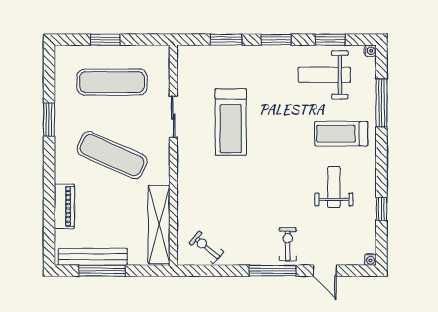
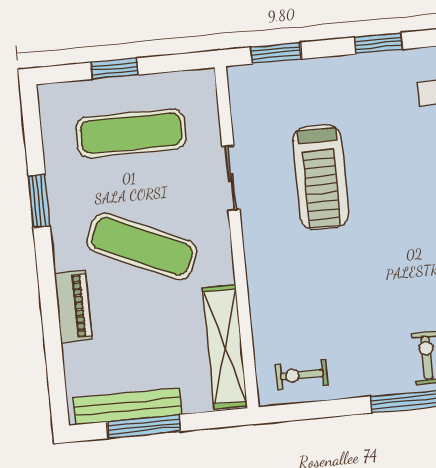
window: (226, 40) -> (276, 53), moved
piano: (64, 206) -> (73, 307), moved
exercise bike: (206, 247) -> (302, 375), turned -40

